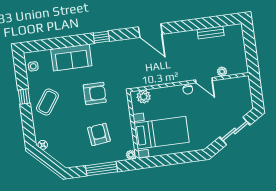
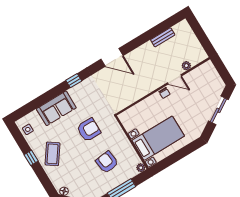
plant: (144, 97) -> (130, 115), removed

